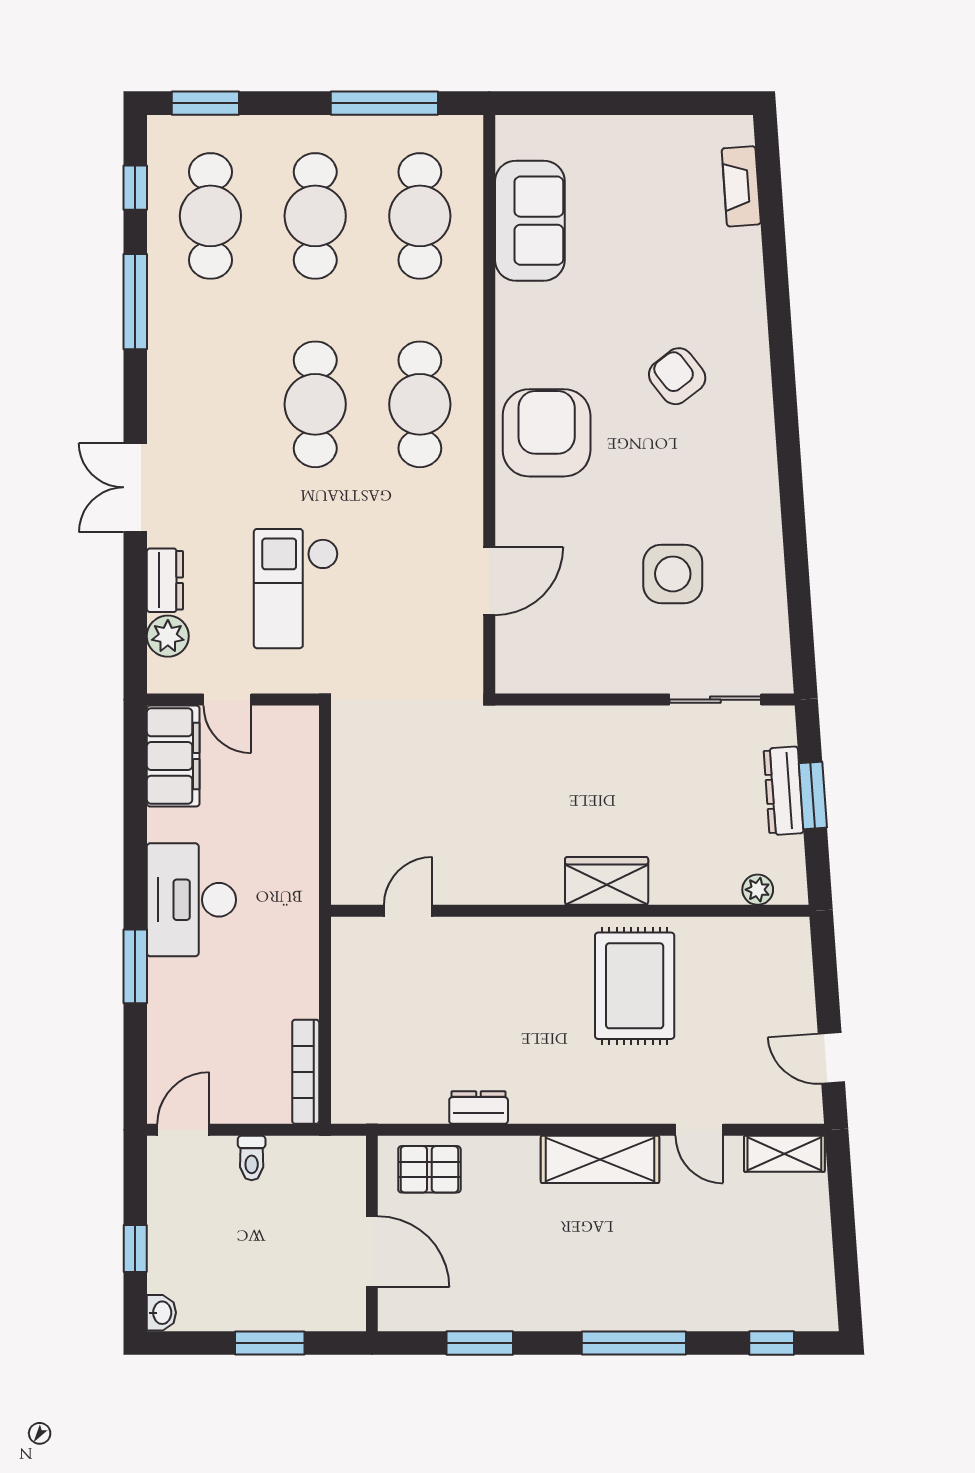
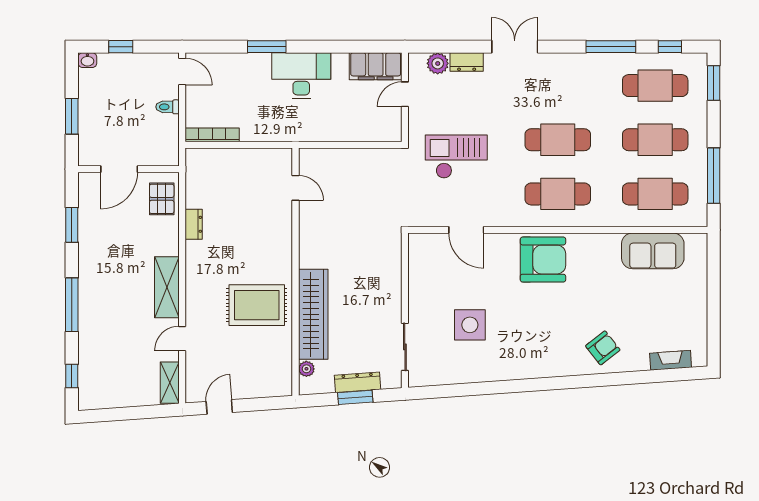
armchair: (677, 376) -> (603, 348), moved
checkout: (296, 589) -> (456, 157), moved
wardrobe: (607, 881) -> (313, 314), width x2.10, depth x1.17

